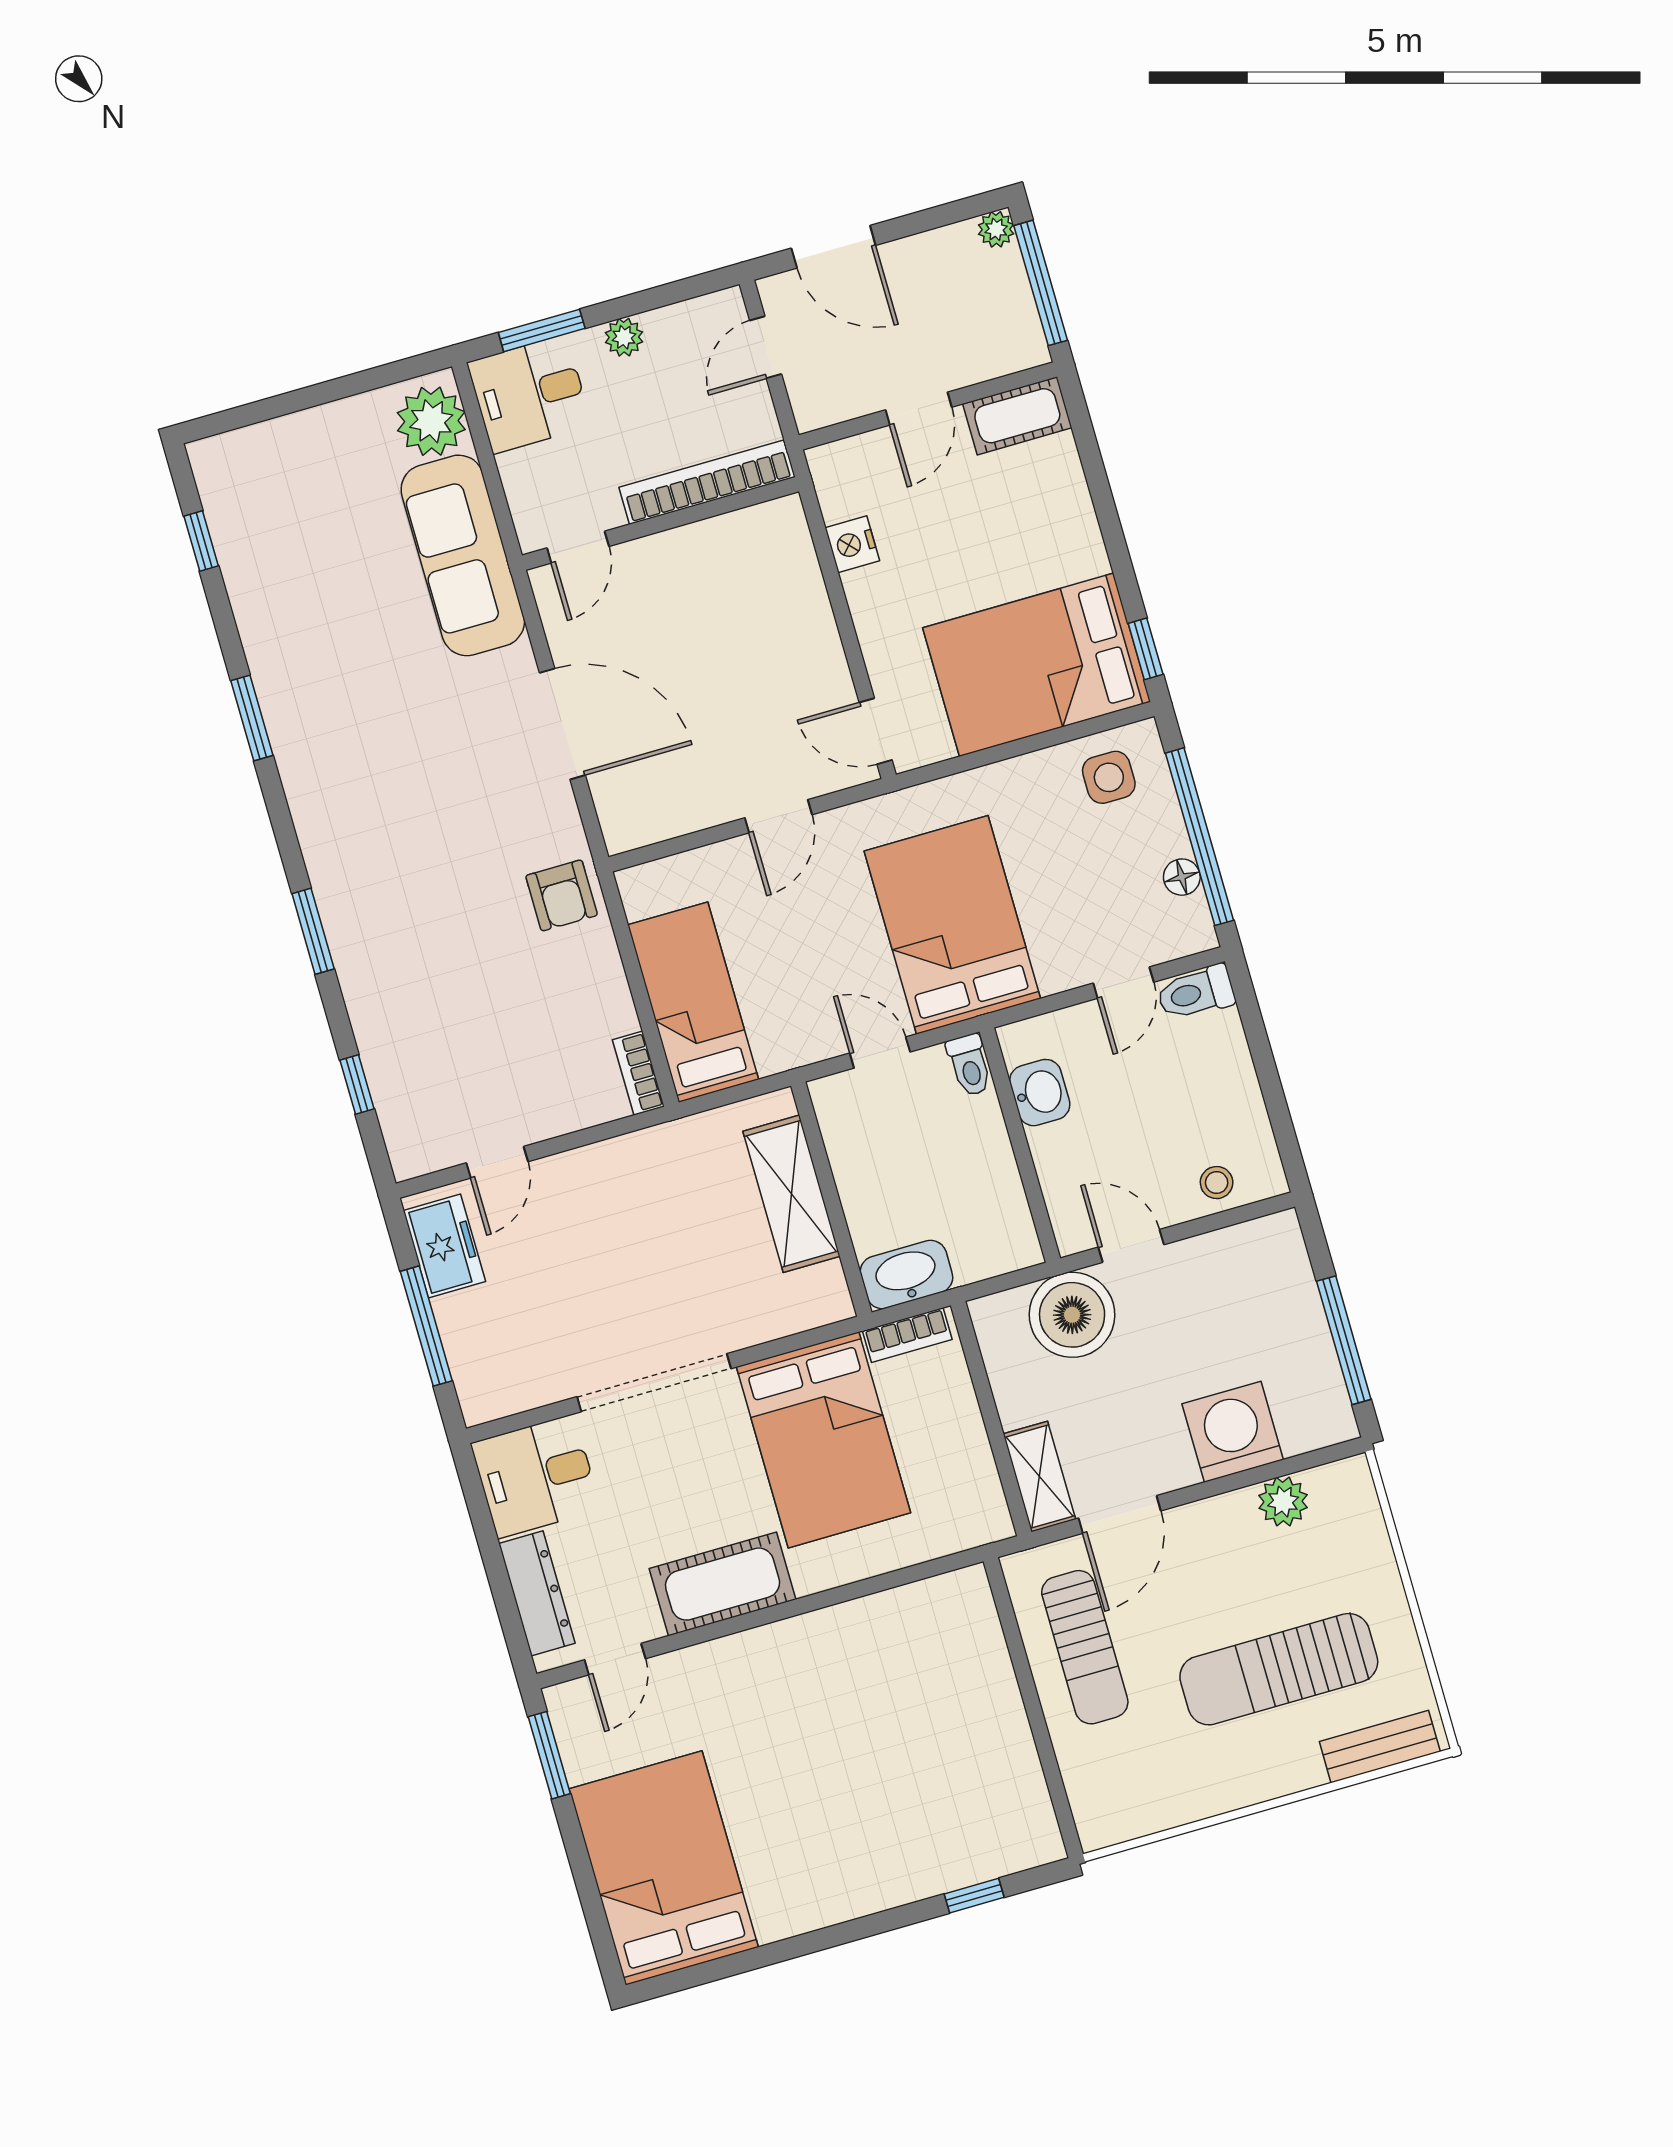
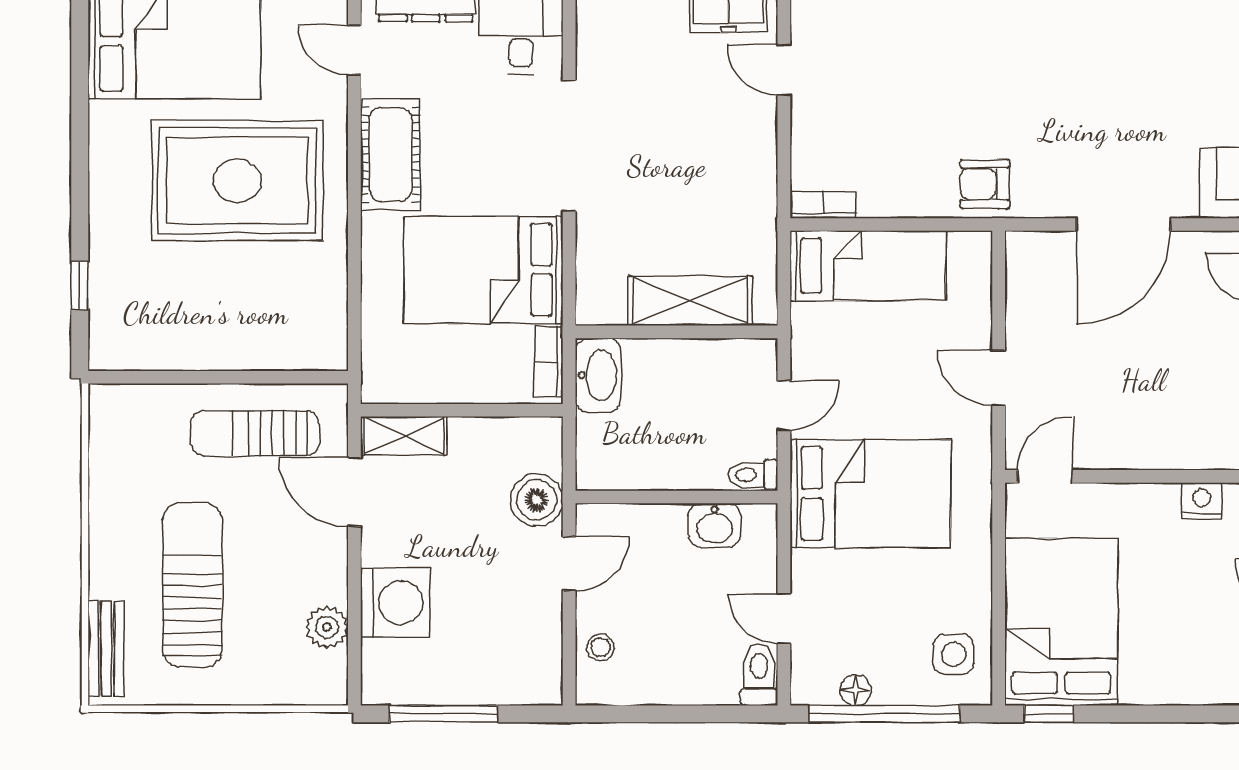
boiler: (1072, 1315) -> (537, 500), width x0.73, depth x0.73
rug: (802, 1750) -> (237, 181), added

